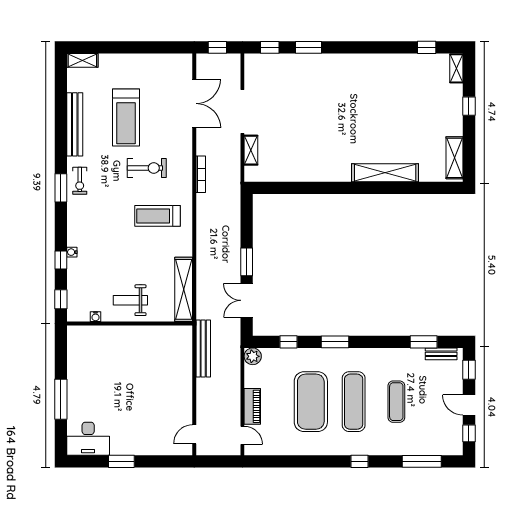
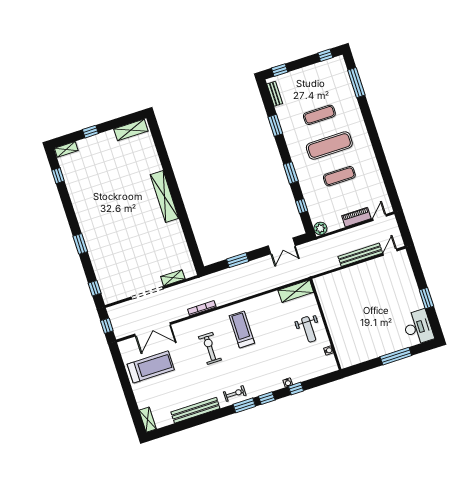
window: (308, 47) -> (80, 244), moved
double door: (194, 103) -> (153, 329), swing flipped
treadmill: (126, 118) -> (151, 367), moved
shelving: (385, 173) -> (164, 196), moved
treadmill: (158, 216) -> (242, 329), turned 180
window: (247, 262) -> (238, 260), moved
shelving: (184, 289) -> (296, 291), width x0.68
window: (61, 299) -> (267, 398), moved
window: (424, 342) -> (275, 125), moved
bench: (203, 348) -> (360, 255), moved
exercise mat: (311, 402) -> (339, 176), width x0.50, depth x0.69
door: (469, 405) -> (305, 62), removed
door: (194, 434) -> (390, 252), swing flipped
window: (360, 461) -> (371, 127), removed

